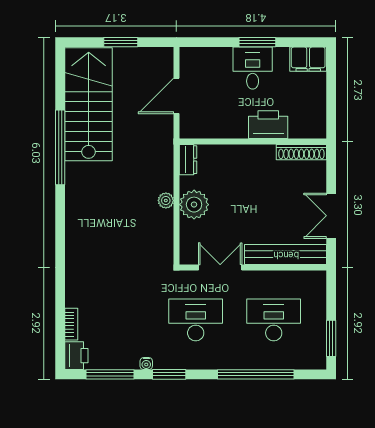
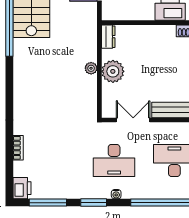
desk: (196, 320) -> (114, 161), turned 180
bookcase: (71, 324) -> (18, 148), moved
water cooler: (146, 364) -> (116, 194), moved

